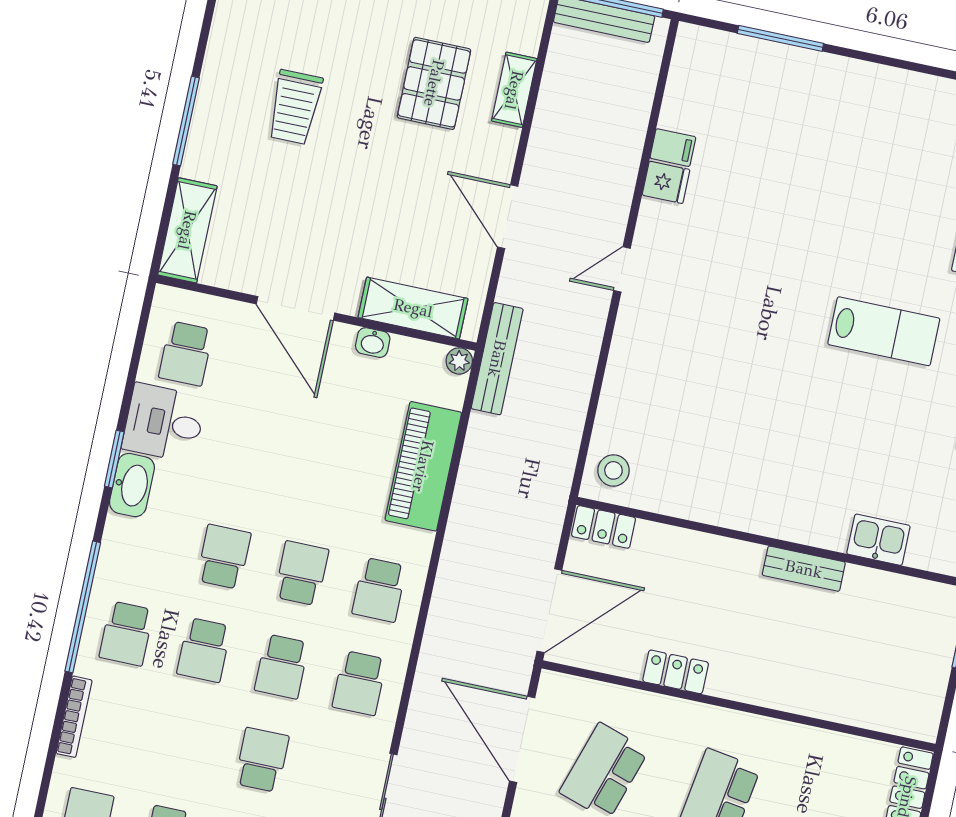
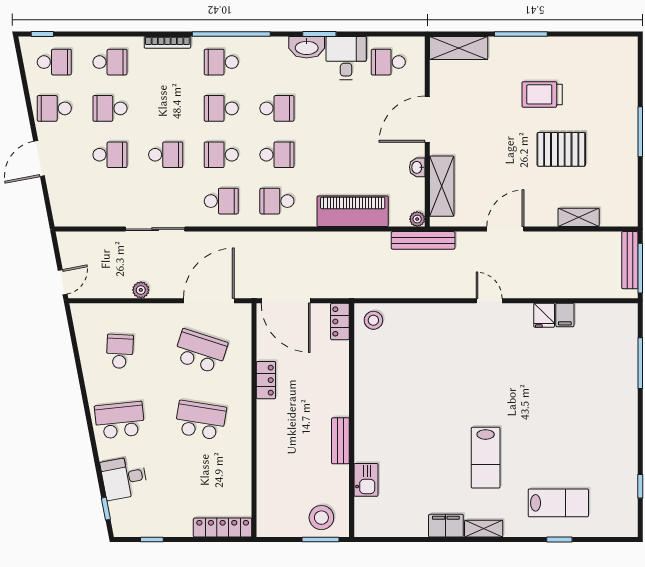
pallet: (434, 83) -> (561, 149), moved
stool: (926, 628) -> (321, 518), added
school desk: (359, 683) -> (221, 201), turned 180

